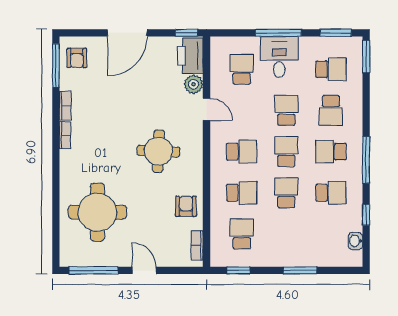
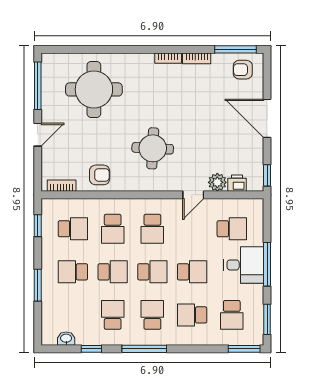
printer: (190, 56) -> (237, 183), width x0.53, depth x0.68
school desk: (331, 193) -> (113, 315), turned 180
school desk: (286, 234) -> (73, 272), added

